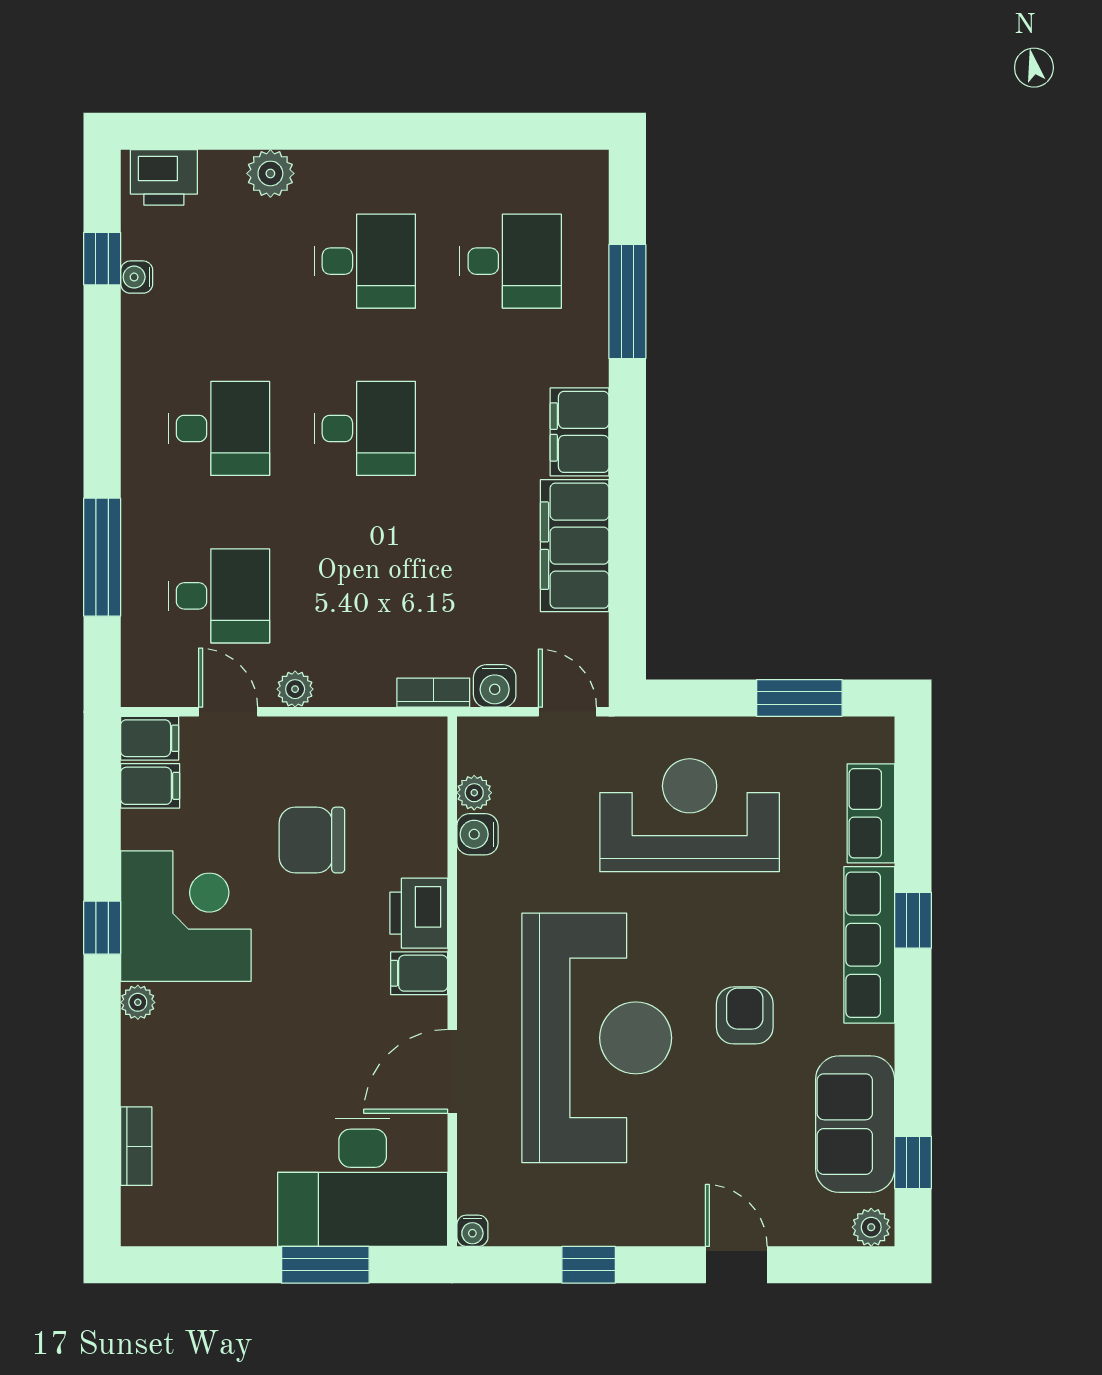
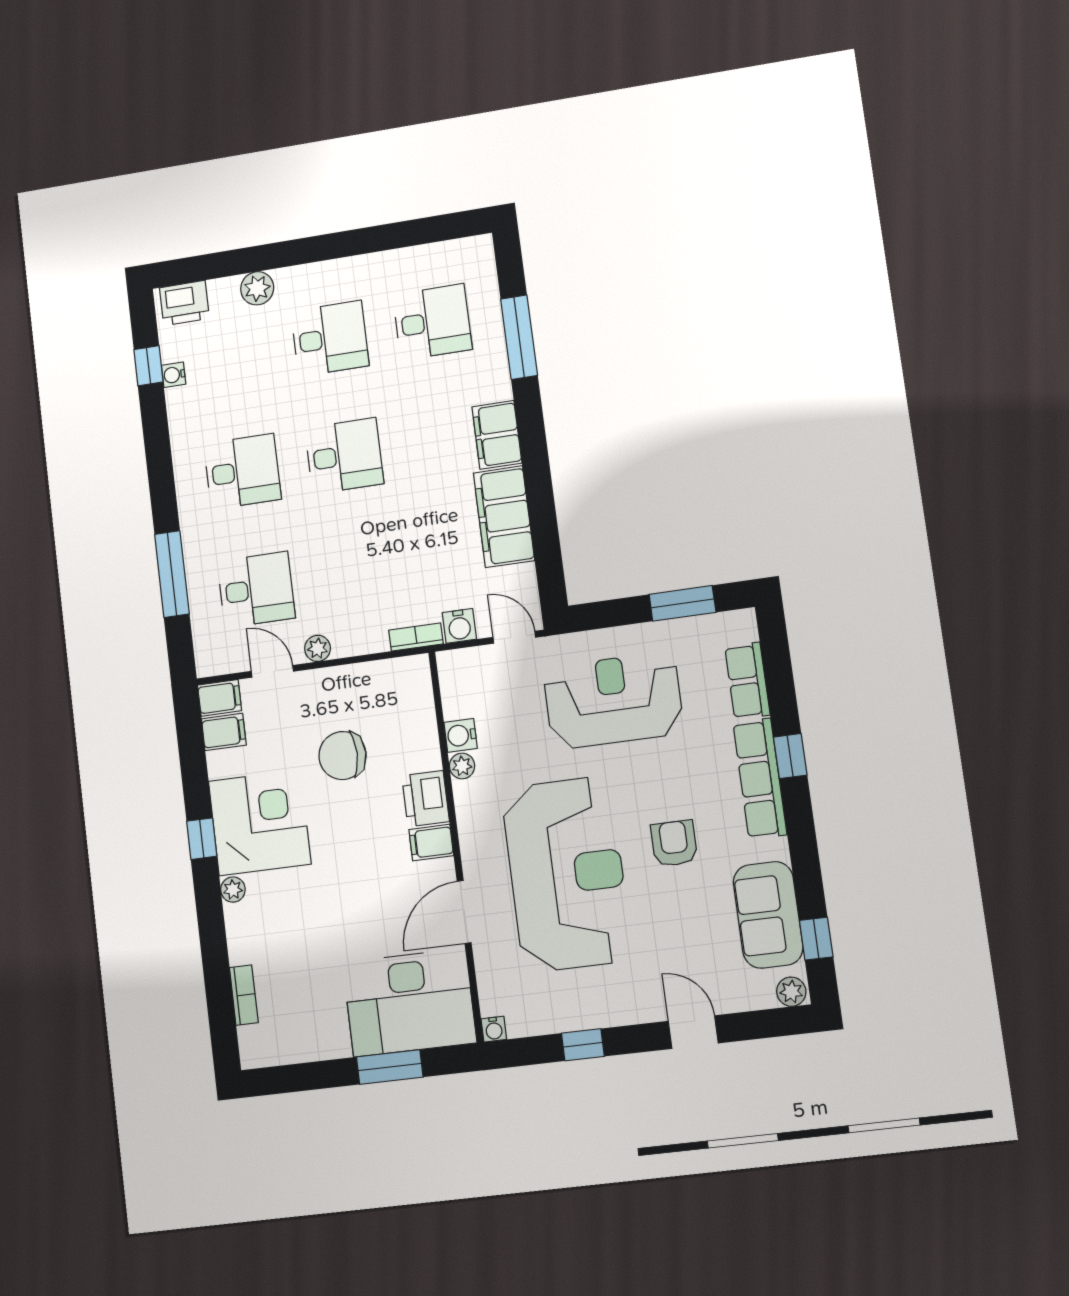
plant: (474, 793) -> (462, 766), moved

